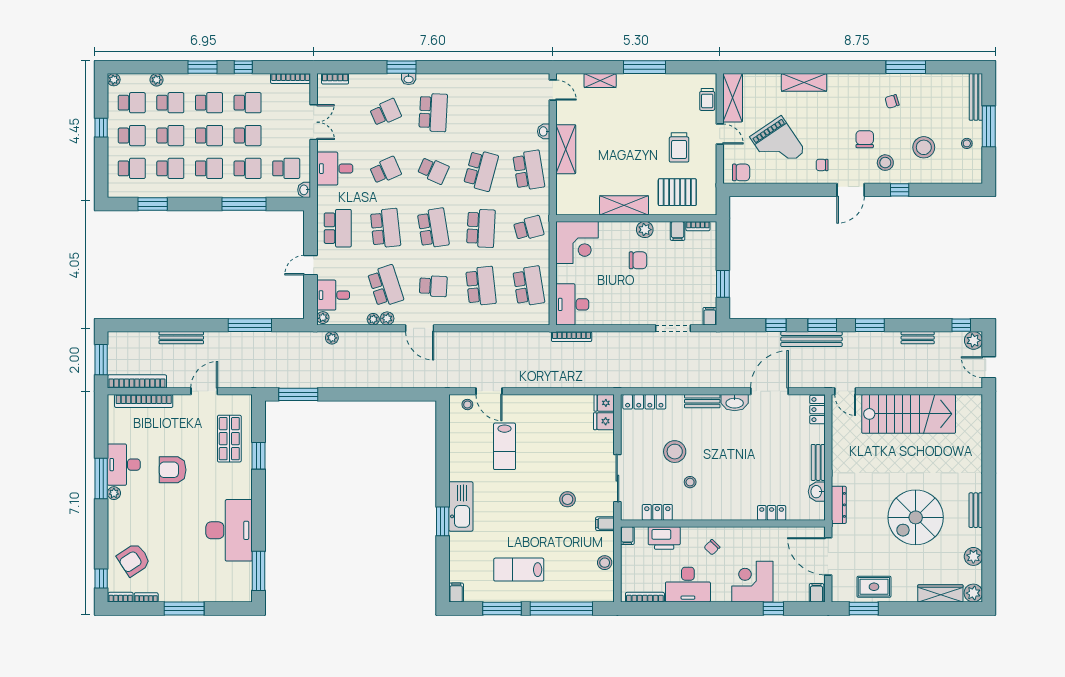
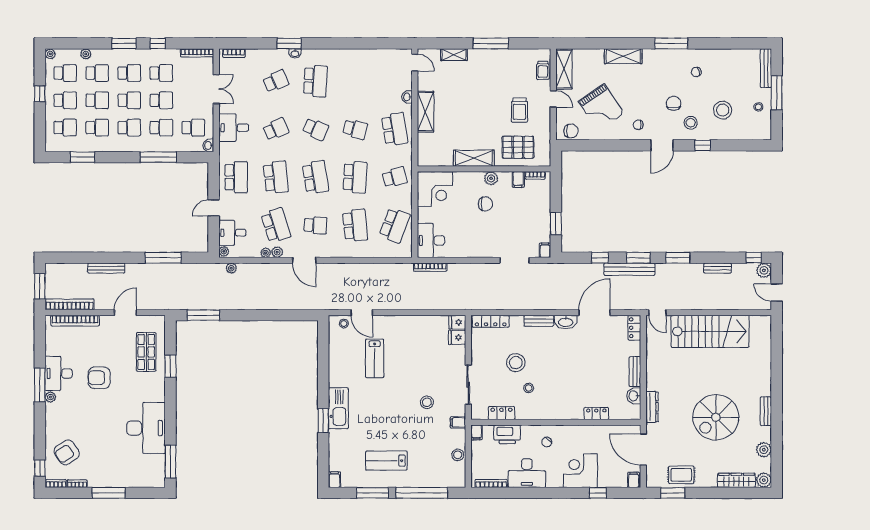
window: (906, 67) -> (671, 43), moved
school desk: (481, 170) -> (355, 129), width x0.54
school desk: (529, 286) -> (395, 225), turned 30

